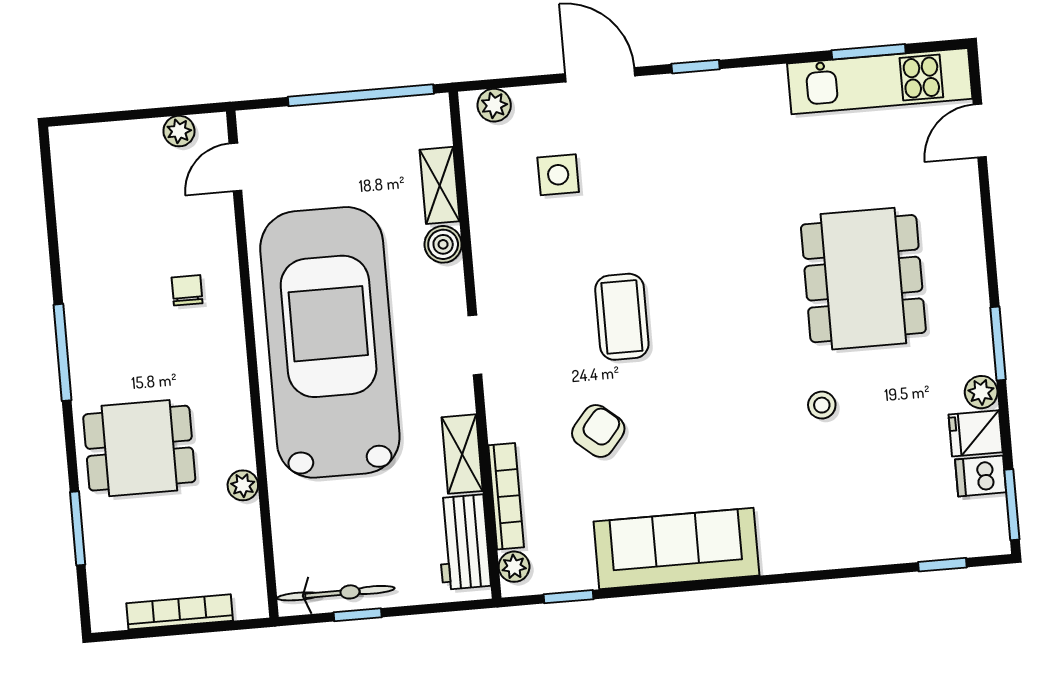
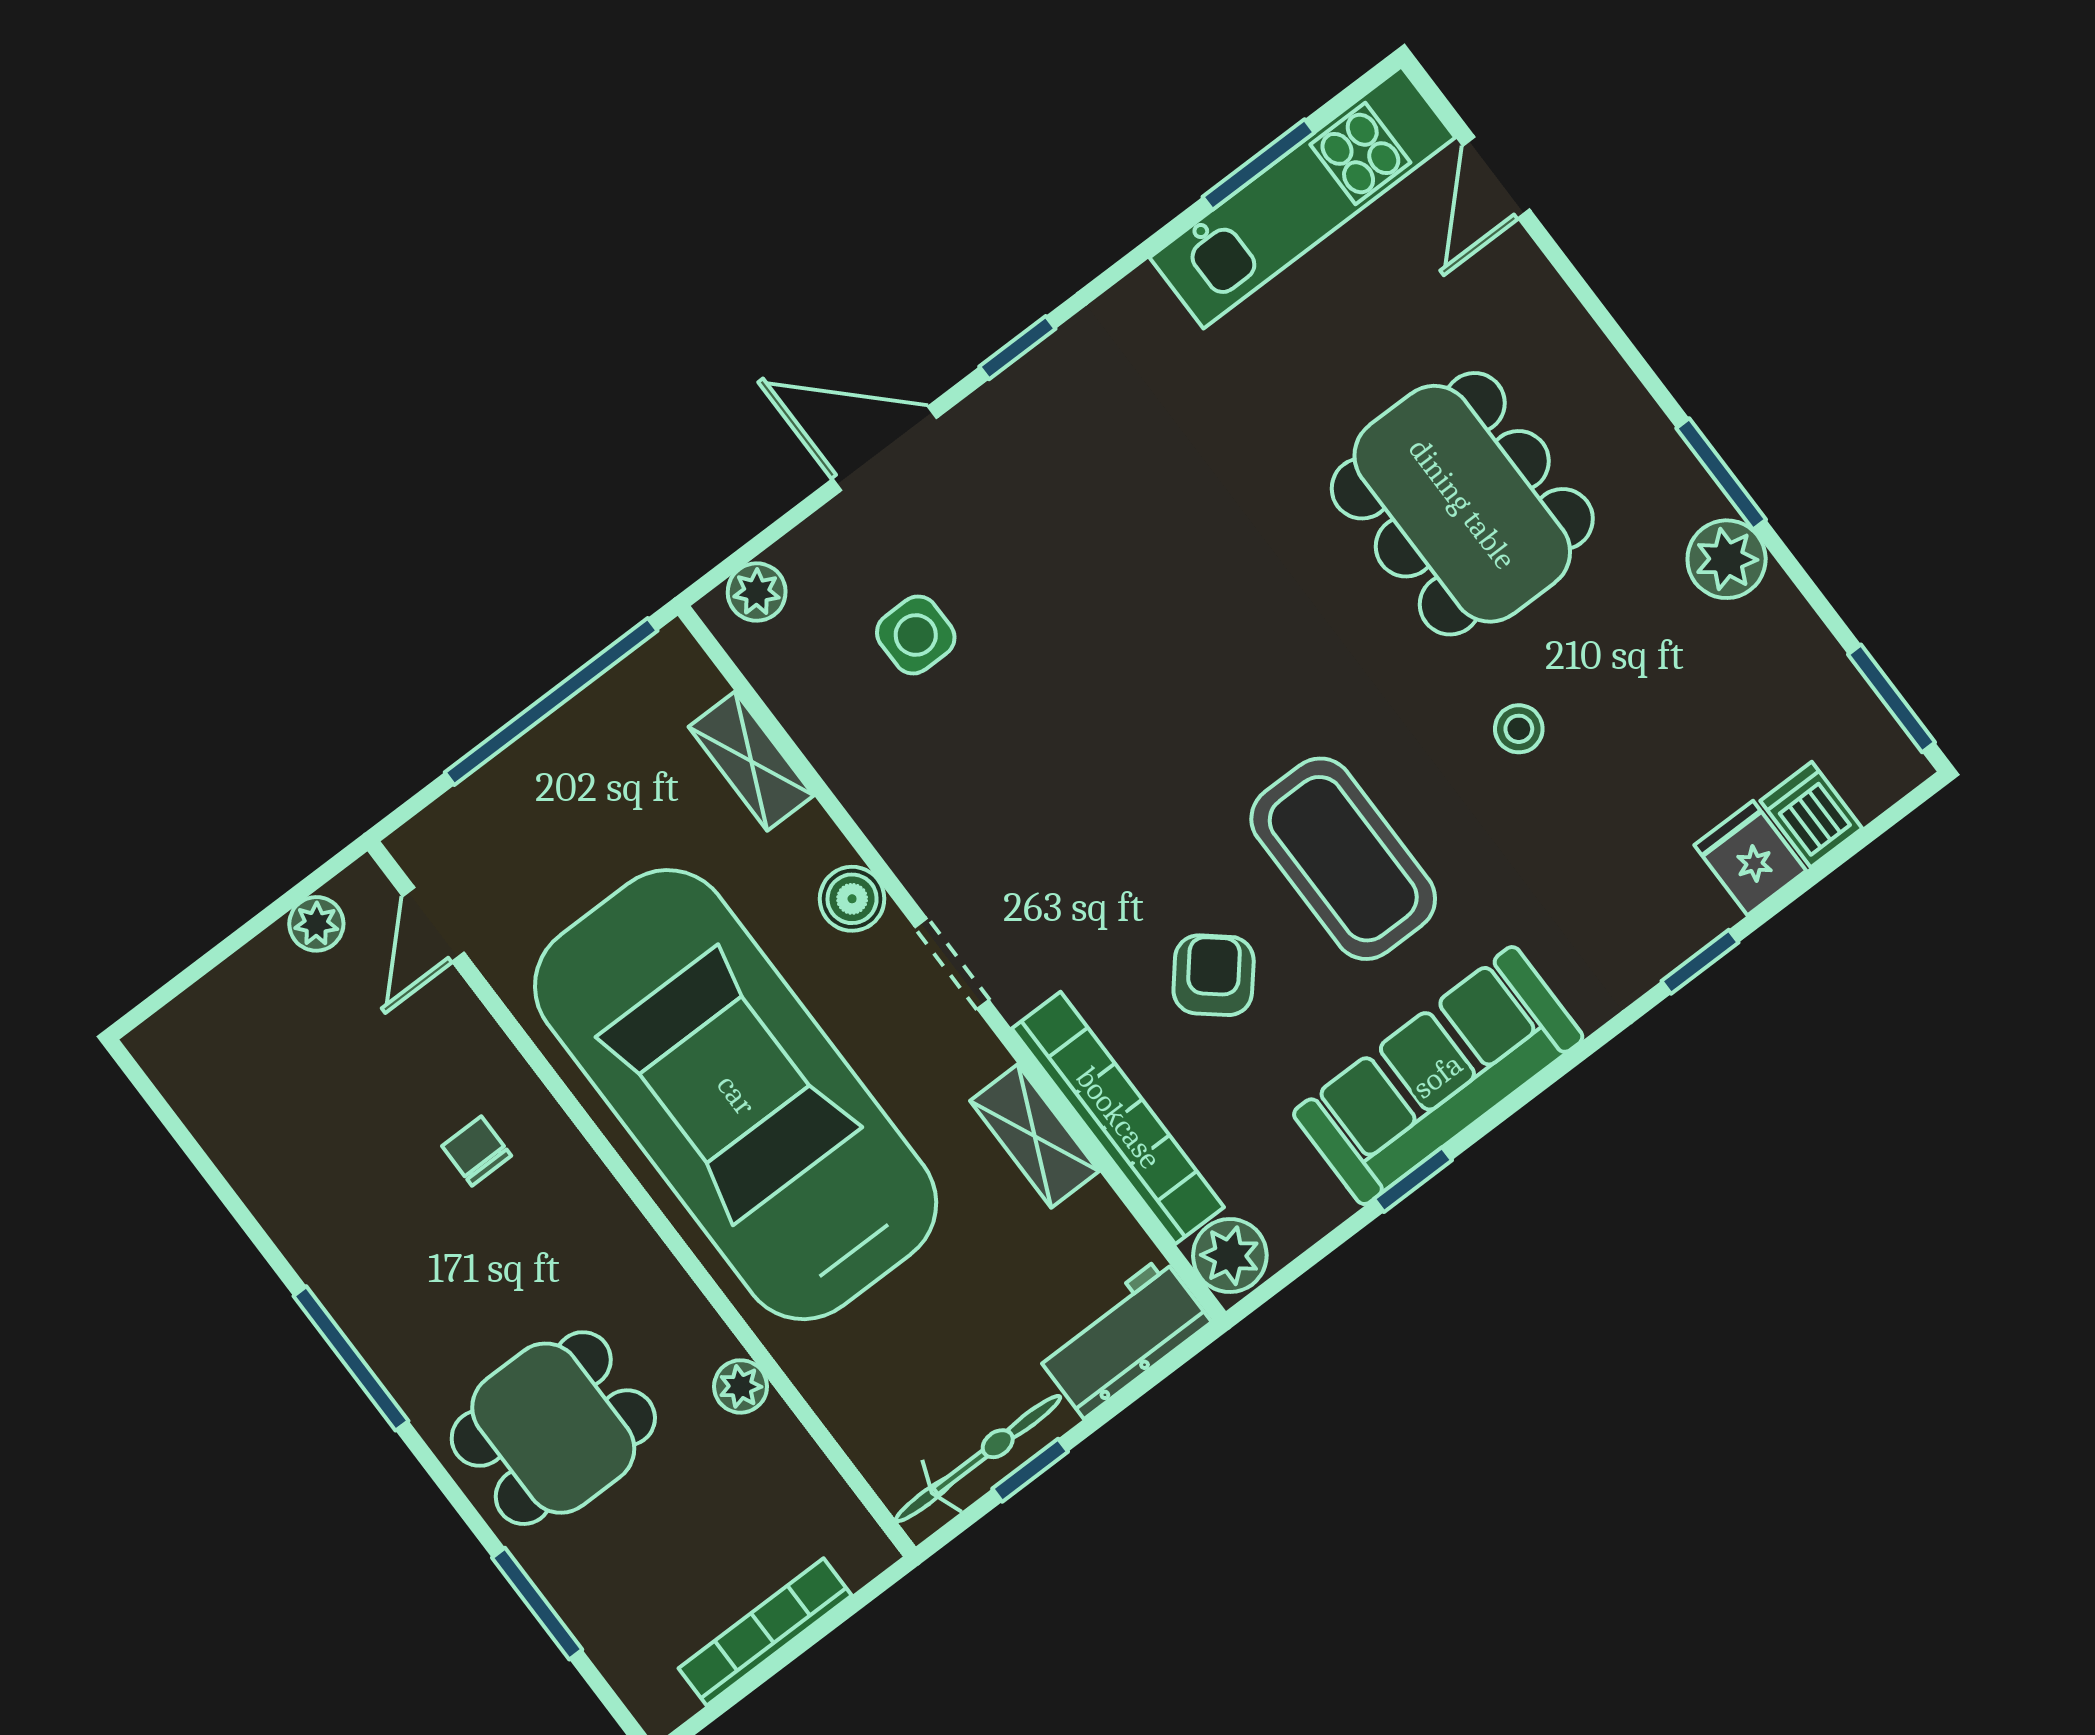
boiler: (443, 244) -> (852, 899), moved
coffee table: (622, 317) -> (1343, 859), moved, width x1.36, depth x1.32
plant: (981, 392) -> (1727, 559), width x1.38, depth x1.38
fridge: (976, 433) -> (1750, 858), moved, turned 90
dishwasher: (981, 476) -> (1811, 815), moved, turned 90
bookcase: (506, 496) -> (1118, 1118), width x1.48, depth x1.31
workbench: (463, 542) -> (1123, 1337), moved, turned 90
window: (942, 565) -> (1700, 962), moved
plant: (514, 567) -> (1230, 1256), width x1.38, depth x1.38
window: (569, 597) -> (1413, 1180), moved

